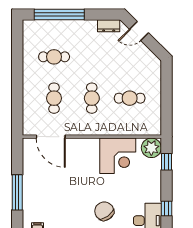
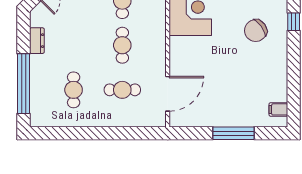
dresser: (109, 26) -> (37, 41), moved
cafe table: (92, 98) -> (122, 45), turned 90

